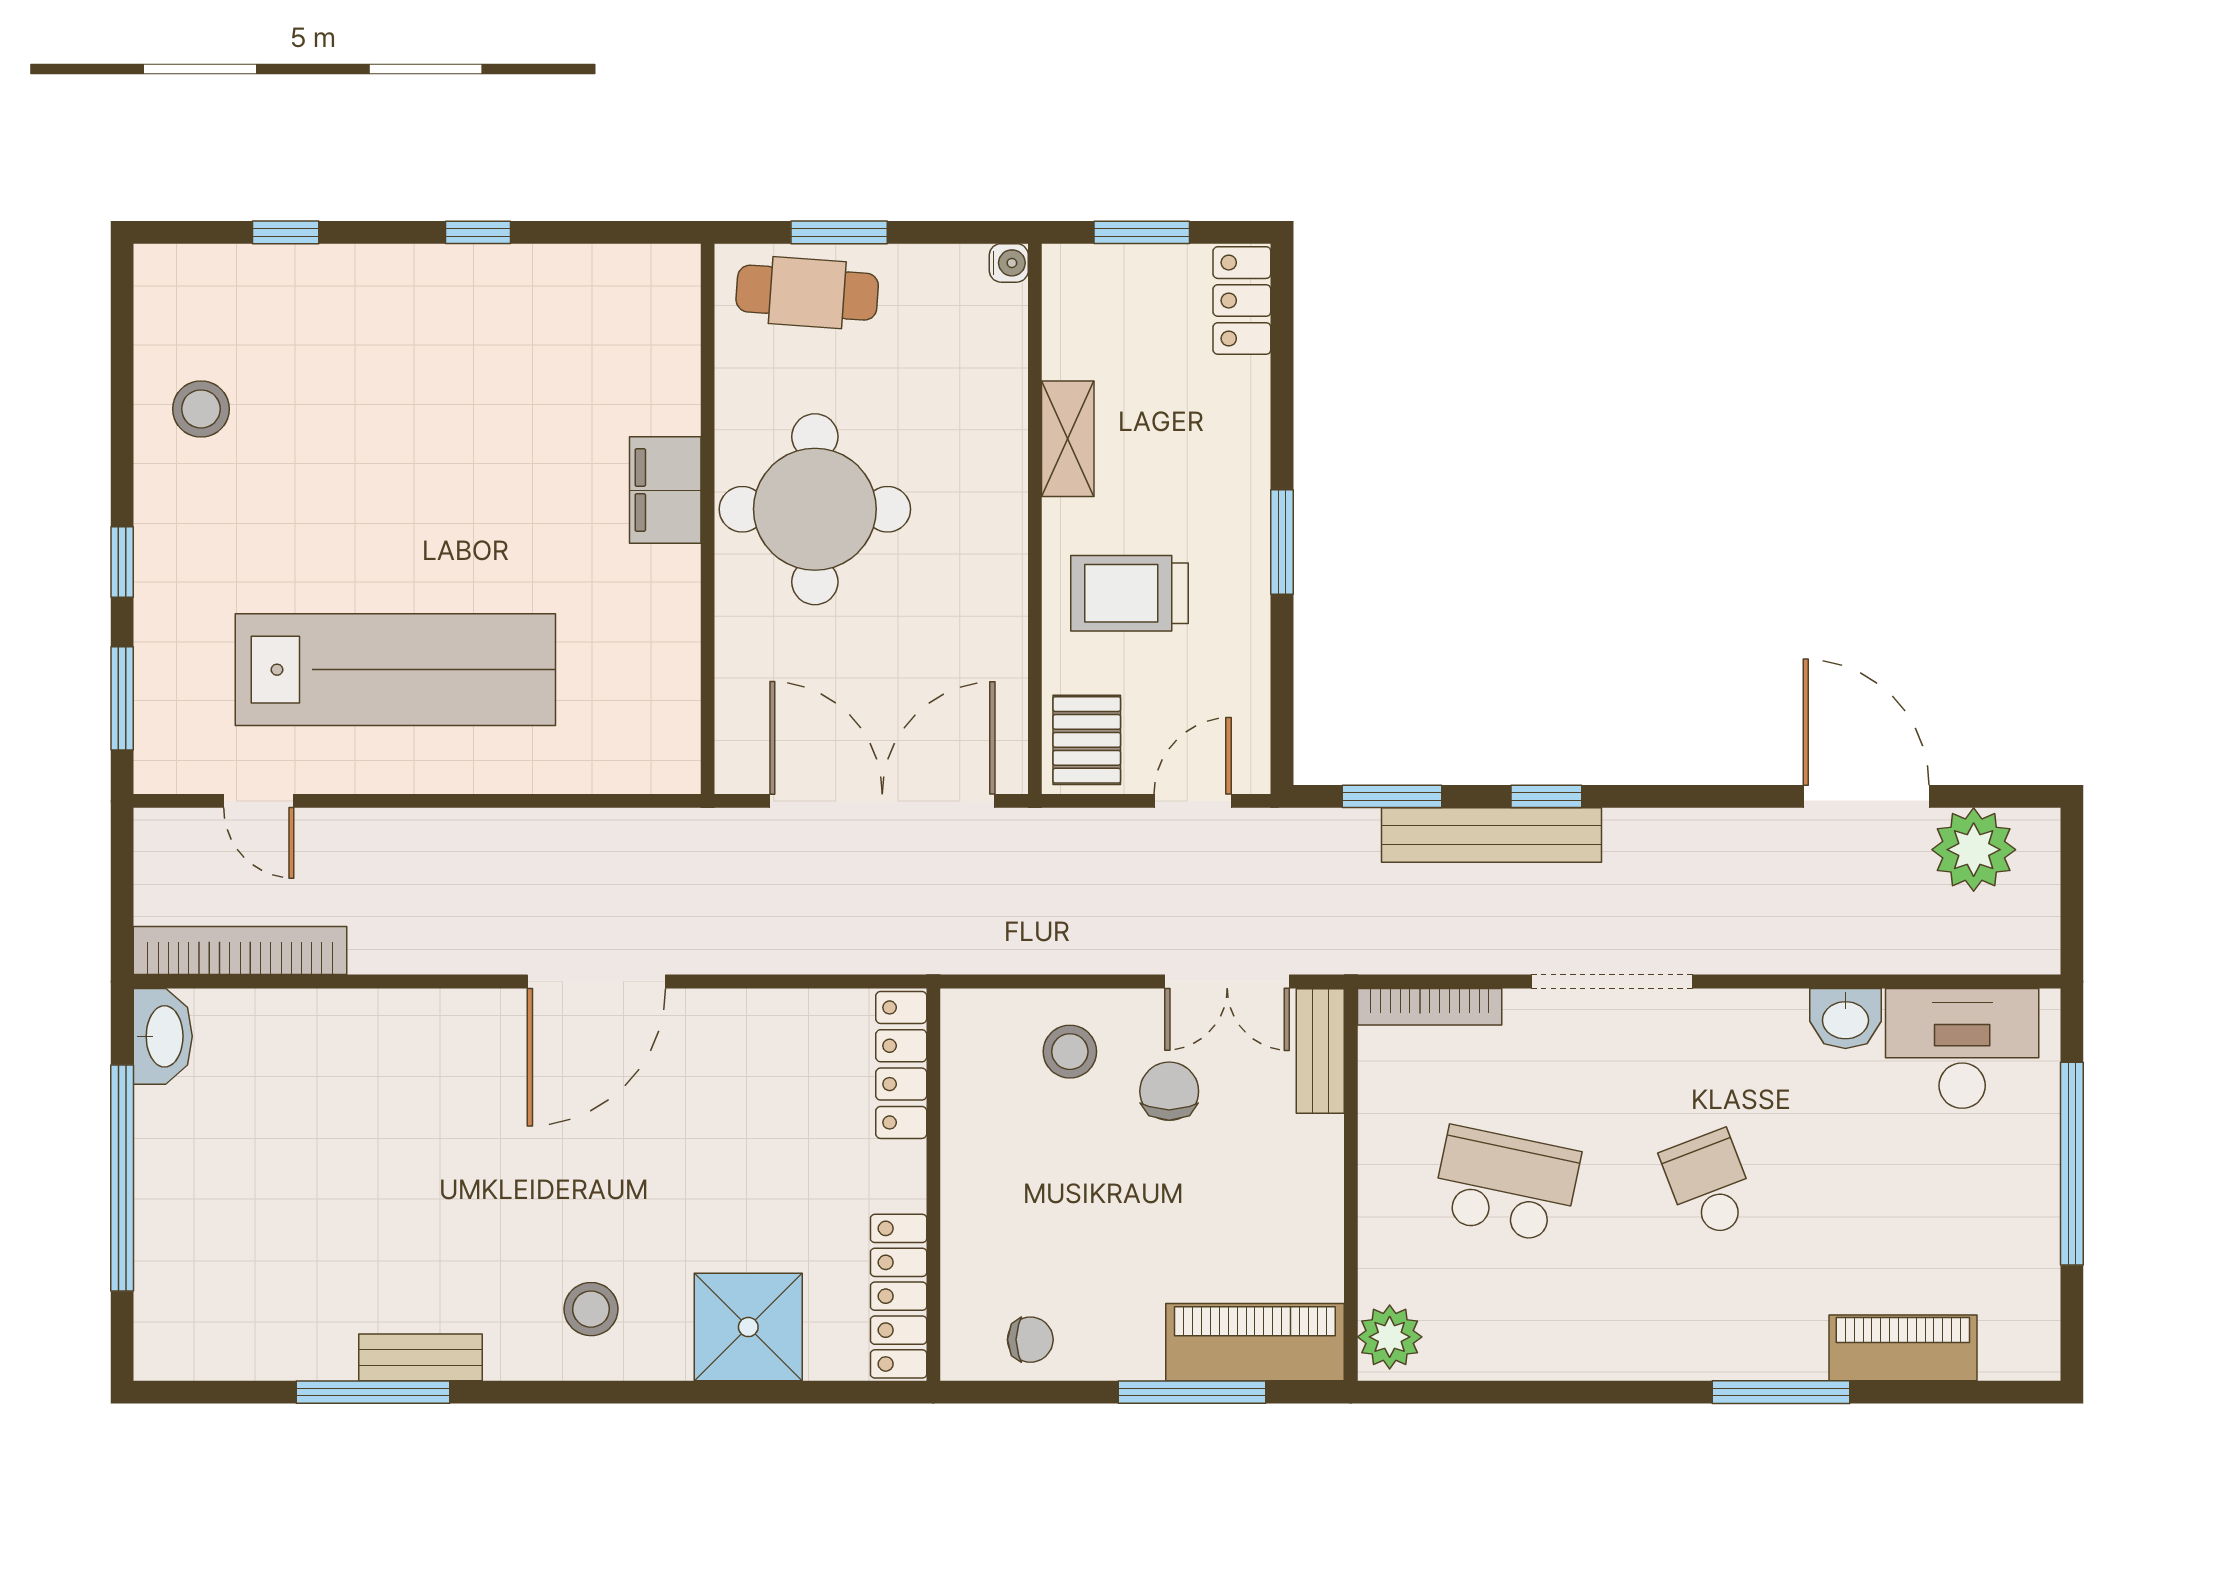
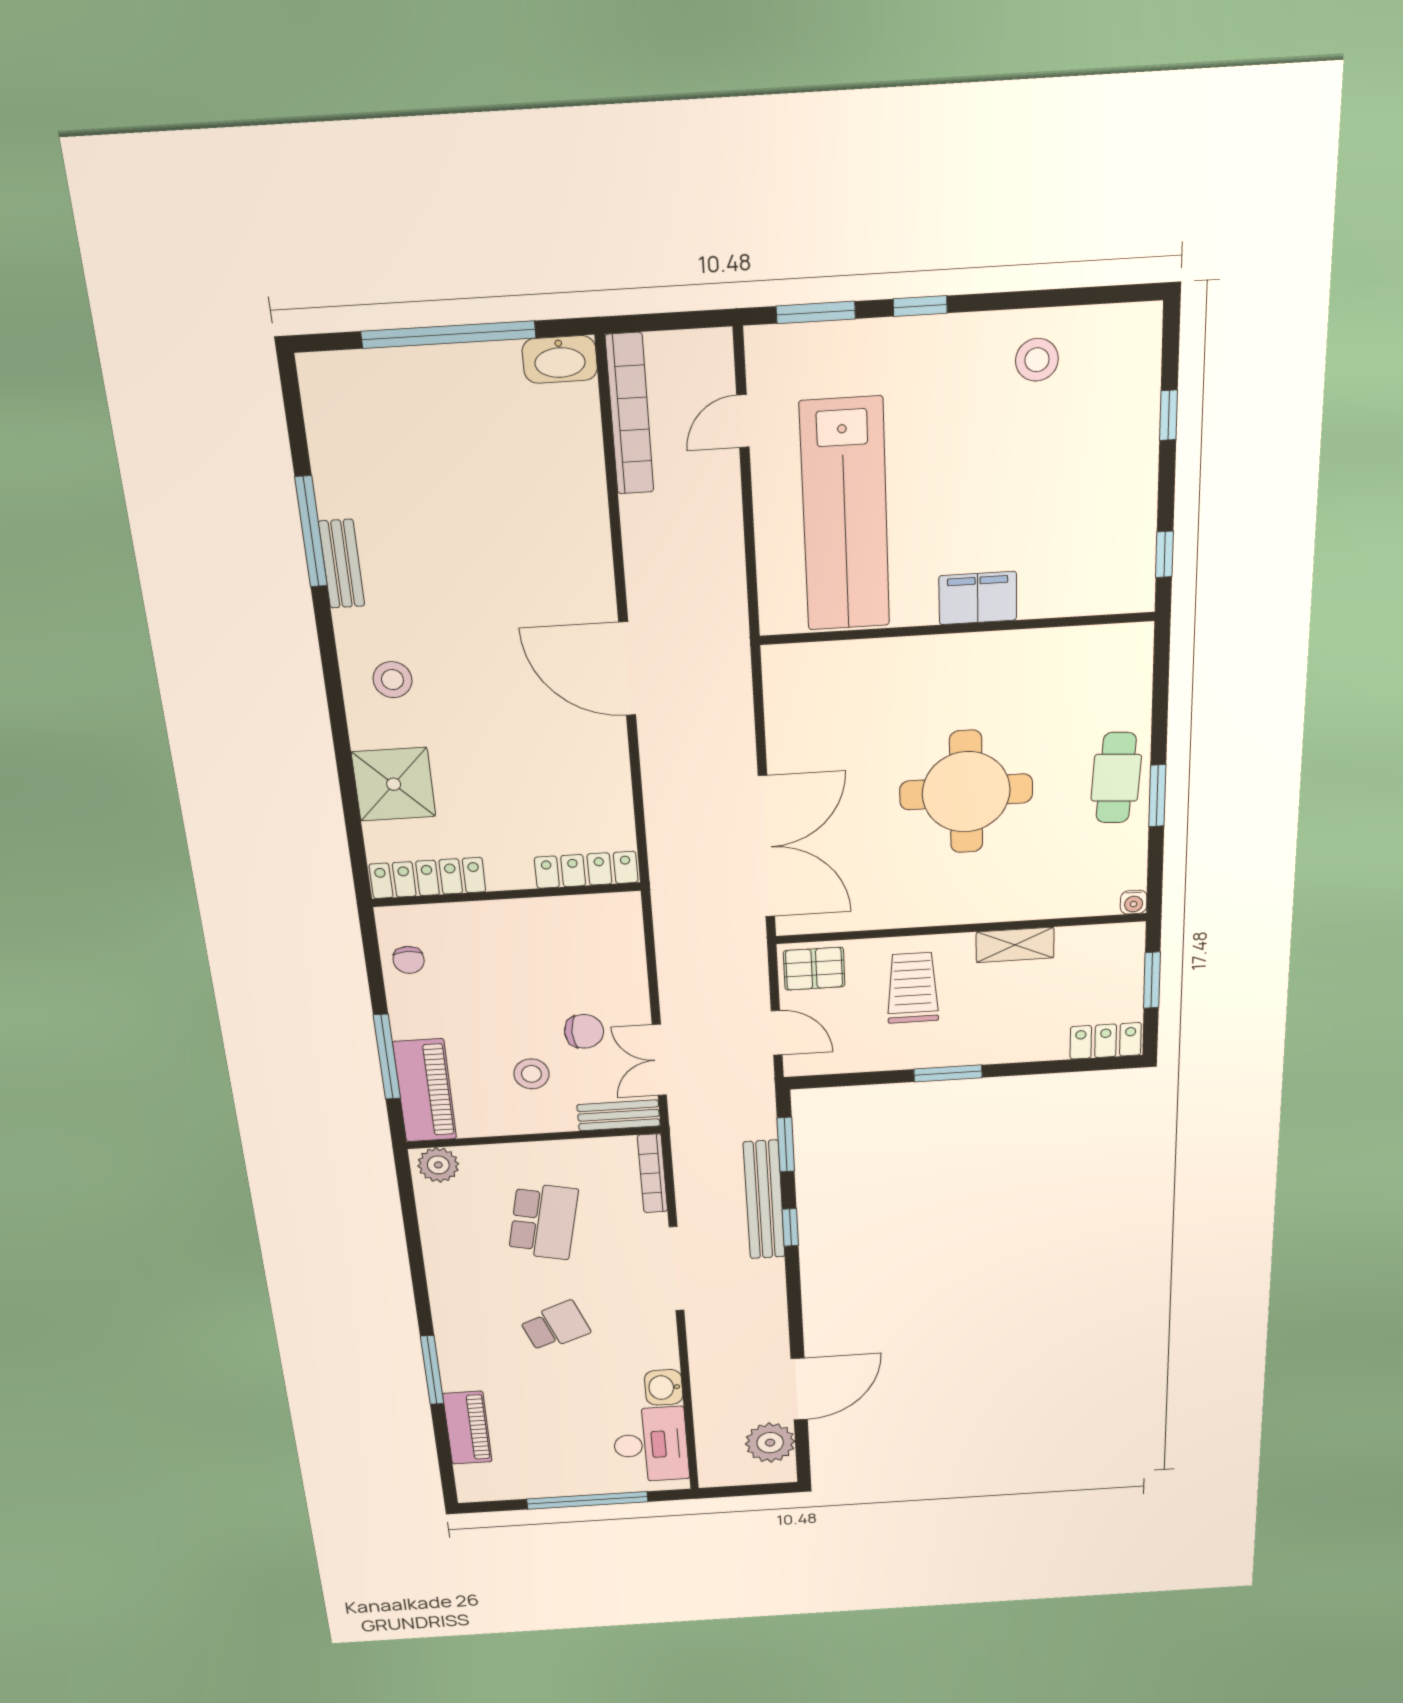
filing cabinet: (665, 490) -> (978, 598), moved
wall: (708, 519) -> (957, 628), moved
stool: (1070, 1052) -> (531, 1074), moved

